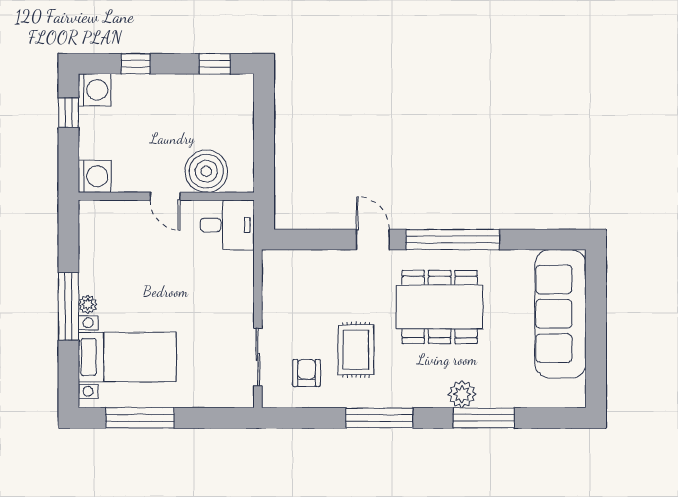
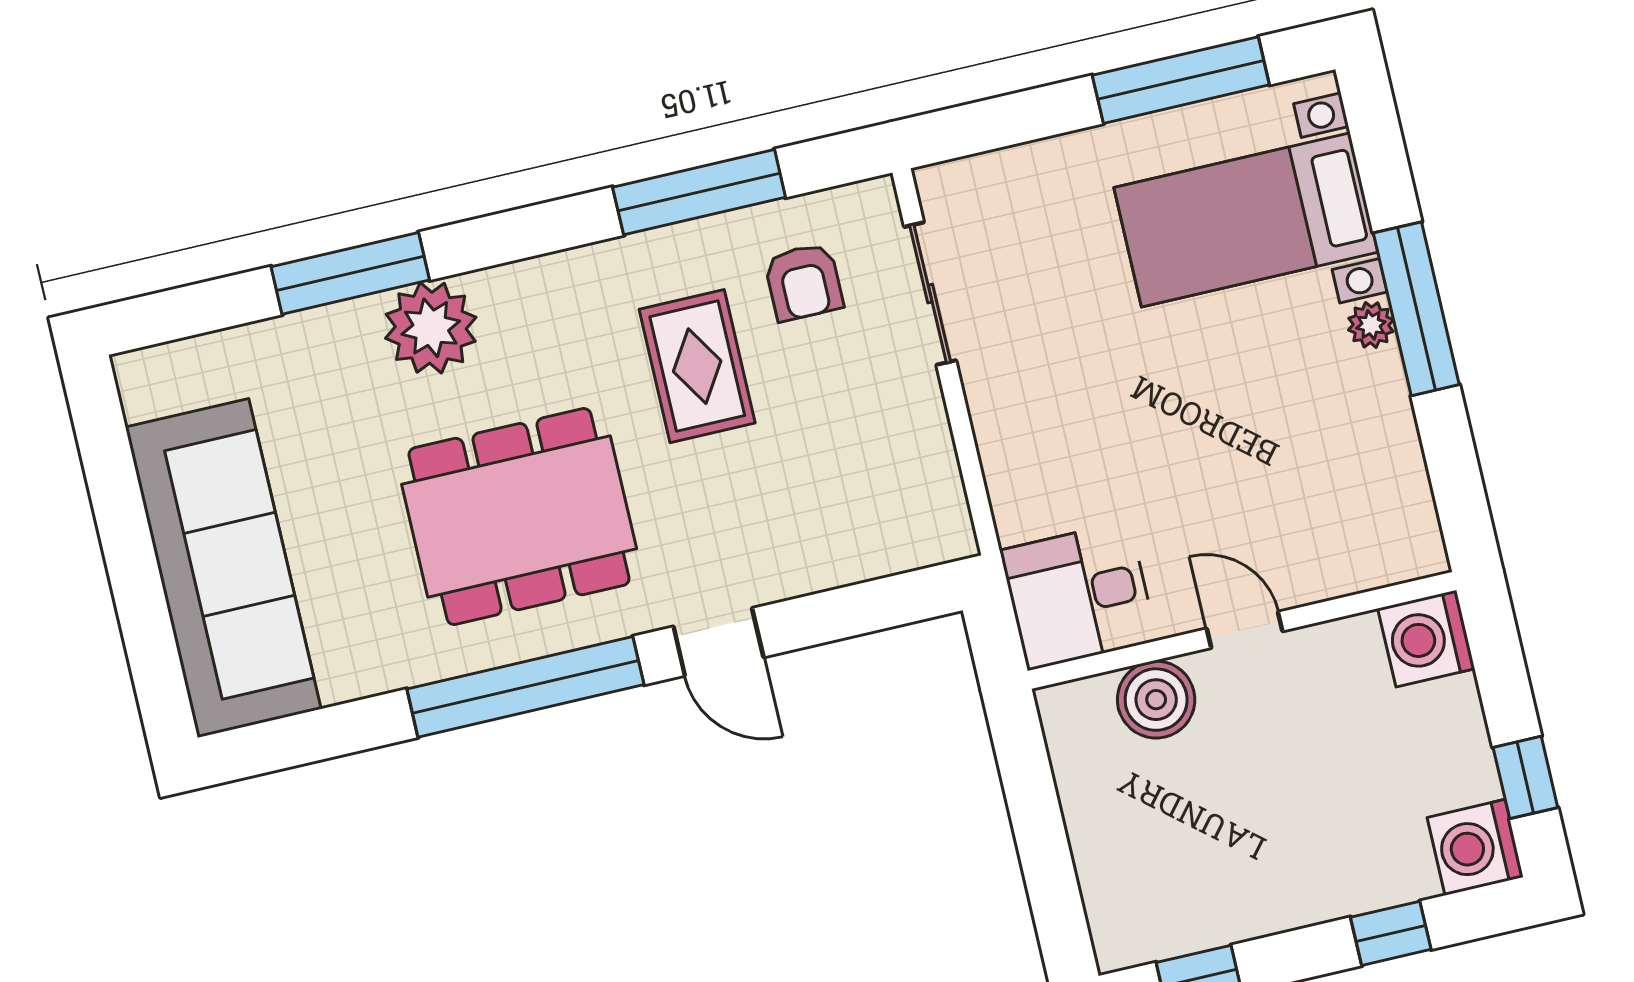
boiler: (206, 171) -> (1156, 700), width x0.73, depth x0.73
plant: (462, 394) -> (431, 328), width x1.36, depth x1.36
window: (379, 418) -> (699, 192), moved

